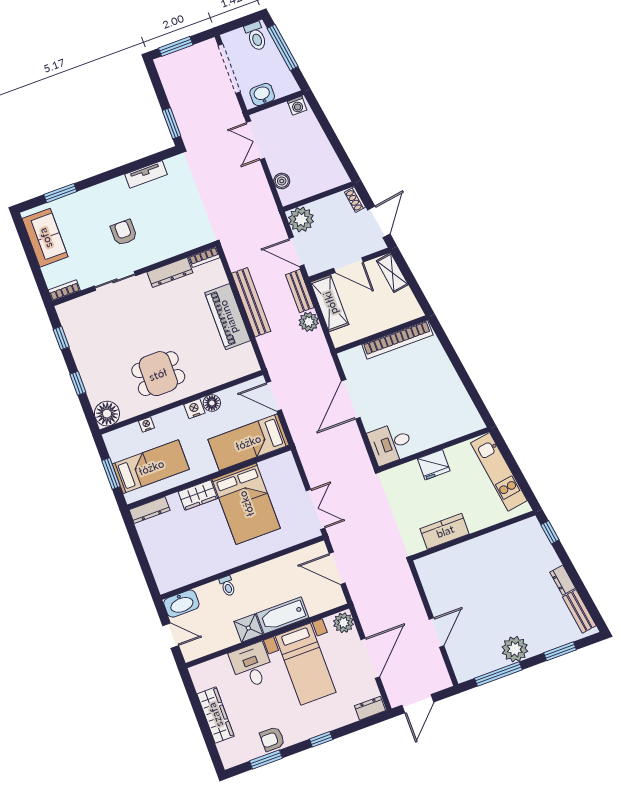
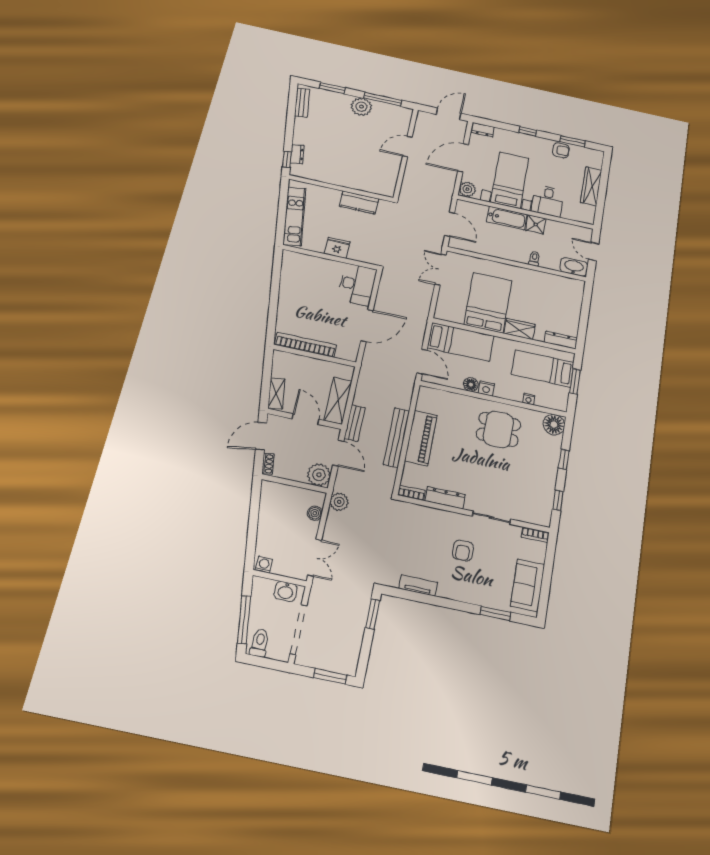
plant: (309, 322) -> (339, 502), moved
desk: (391, 444) -> (357, 285), width x1.37
dresser: (563, 580) -> (297, 154), moved

